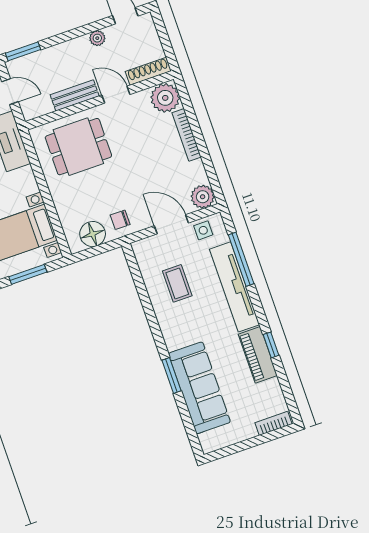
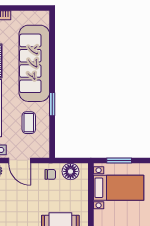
window: (171, 375) -> (52, 104), moved
sofa: (199, 388) -> (34, 63), width x1.36, depth x1.27

